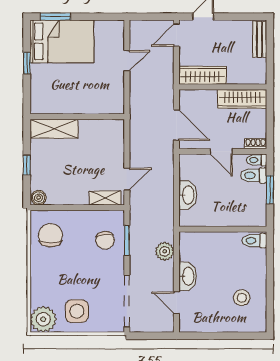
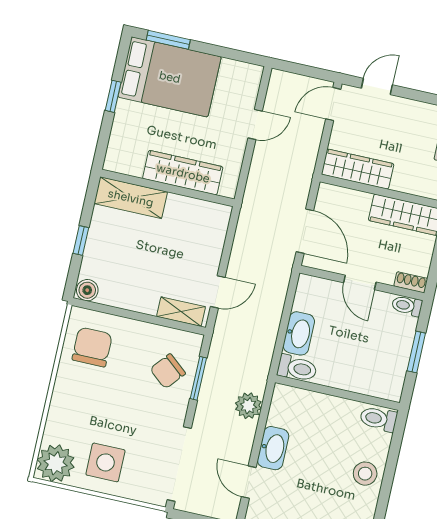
wardrobe: (85, 104) -> (183, 173), added
toilet: (254, 175) -> (297, 368), moved, turned 180
chair: (105, 240) -> (168, 371), turned 45
stool: (242, 298) -> (365, 474), moved

